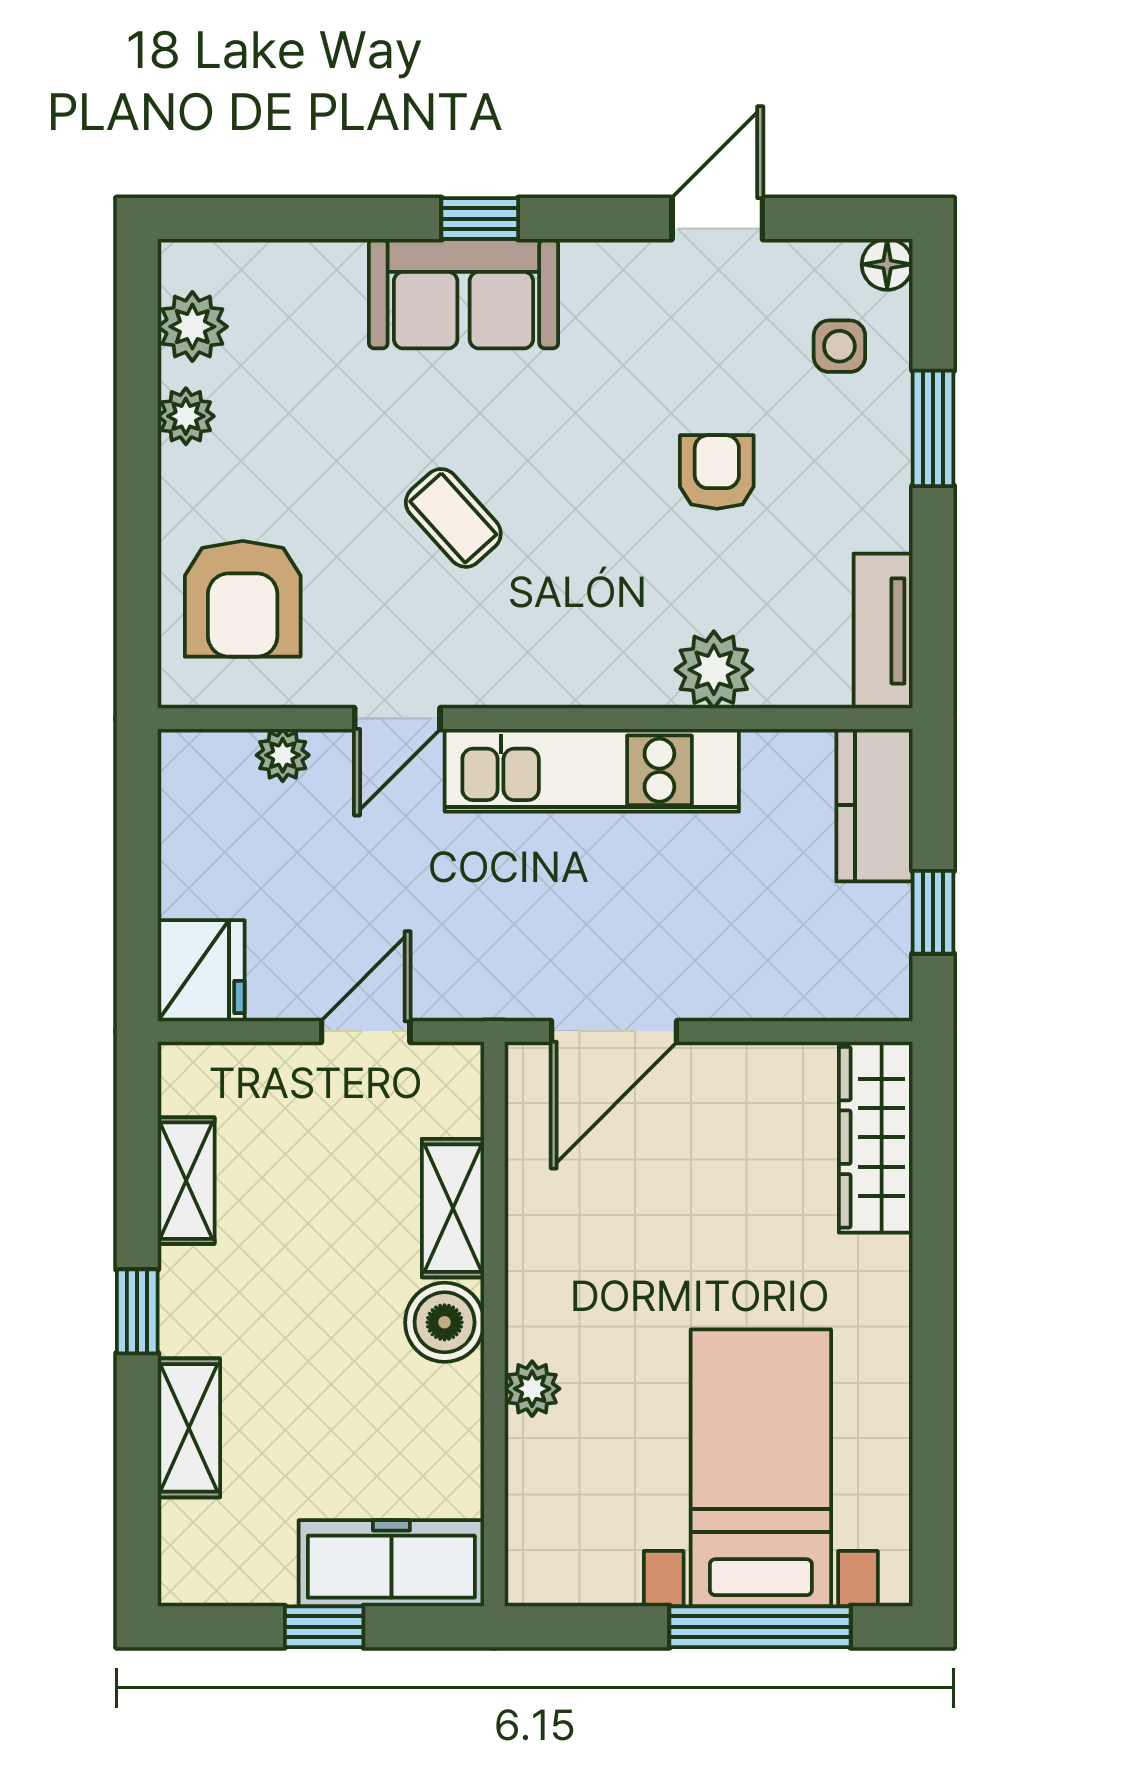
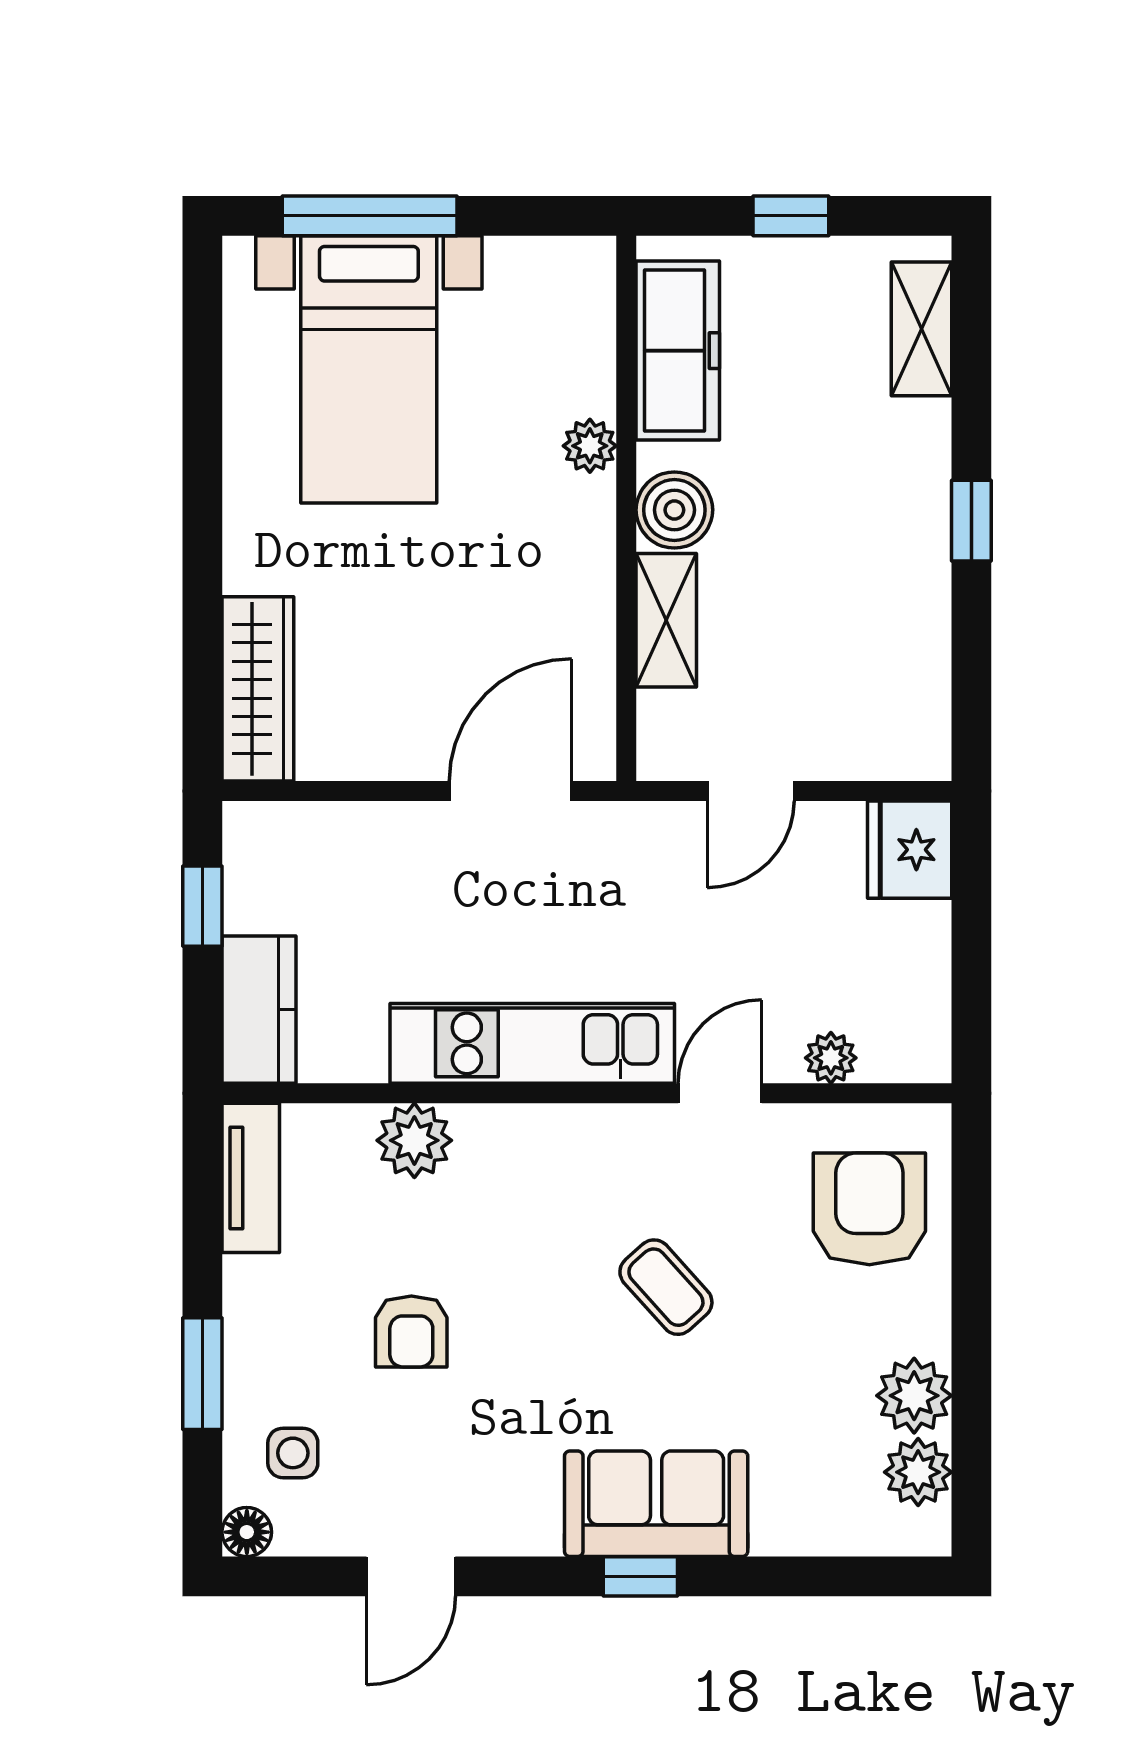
plant: (186, 416) -> (914, 1396), width x1.38, depth x1.38
shelving: (186, 1181) -> (924, 647), removed
shelving: (189, 1428) -> (921, 329), moved
freezer: (391, 1563) -> (678, 351), moved, turned -90

